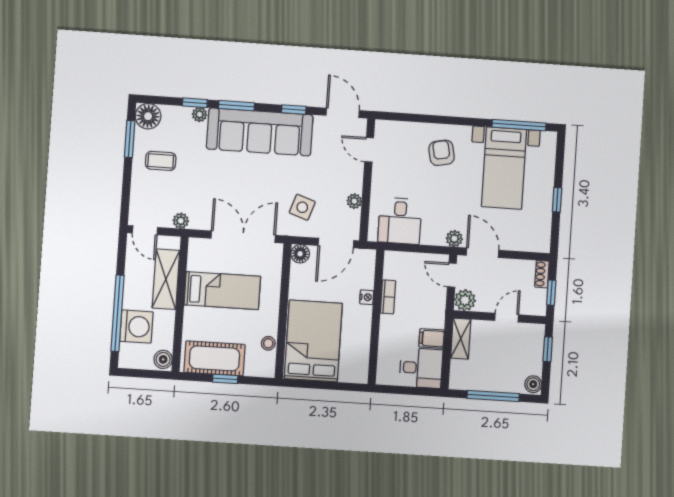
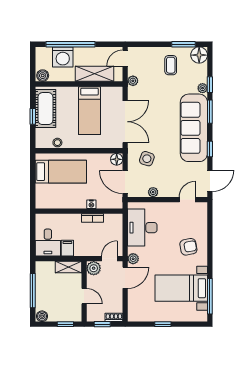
desk: (400, 221) -> (142, 228), width x1.37
bed: (313, 341) -> (61, 172), width x0.67

